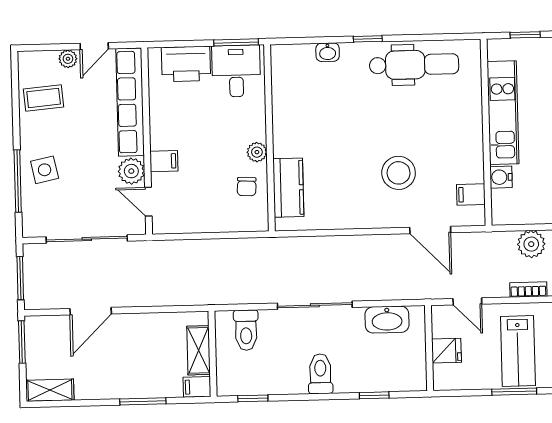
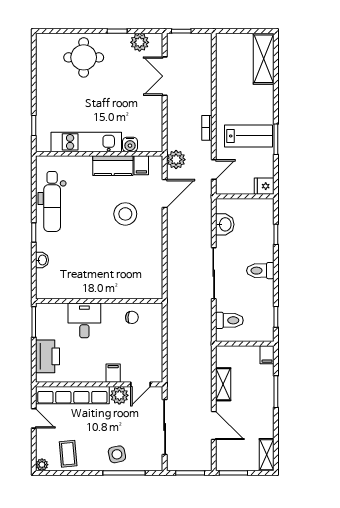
plant: (68, 59) -> (42, 465), moved
dental chair: (414, 65) -> (52, 201), turned 180
desk: (236, 71) -> (84, 320), moved, turned 90
plant: (257, 152) -> (109, 310), removed
kitchen counter: (288, 188) -> (113, 166), moved, turned 180
plant: (531, 244) -> (176, 160), moved
washbasin: (387, 320) -> (225, 224), width x0.72
shelving: (198, 350) -> (223, 384), moved, turned 90
fridge: (447, 351) -> (264, 186), moved, turned -90

